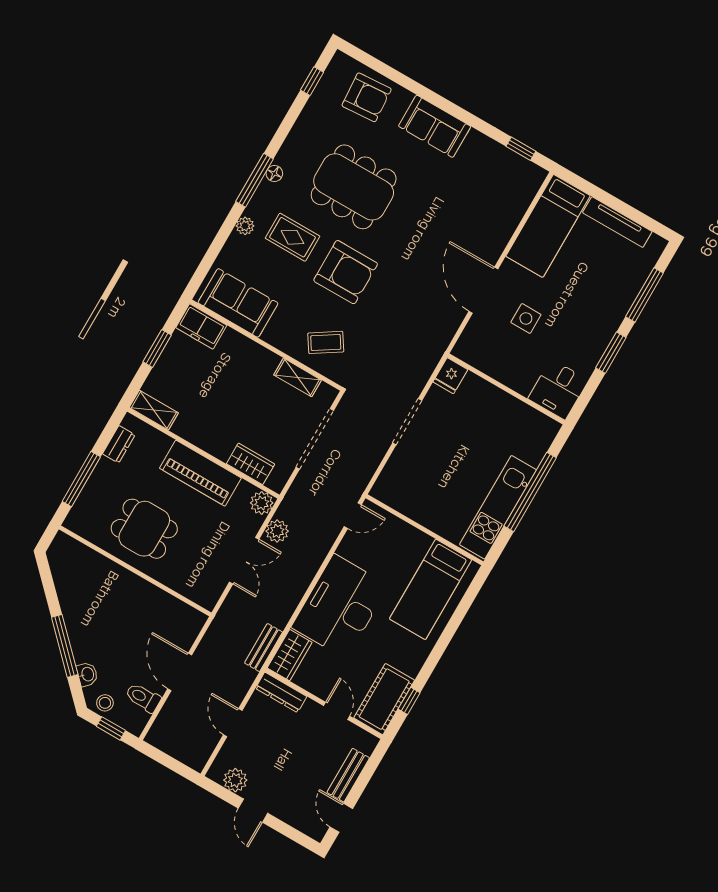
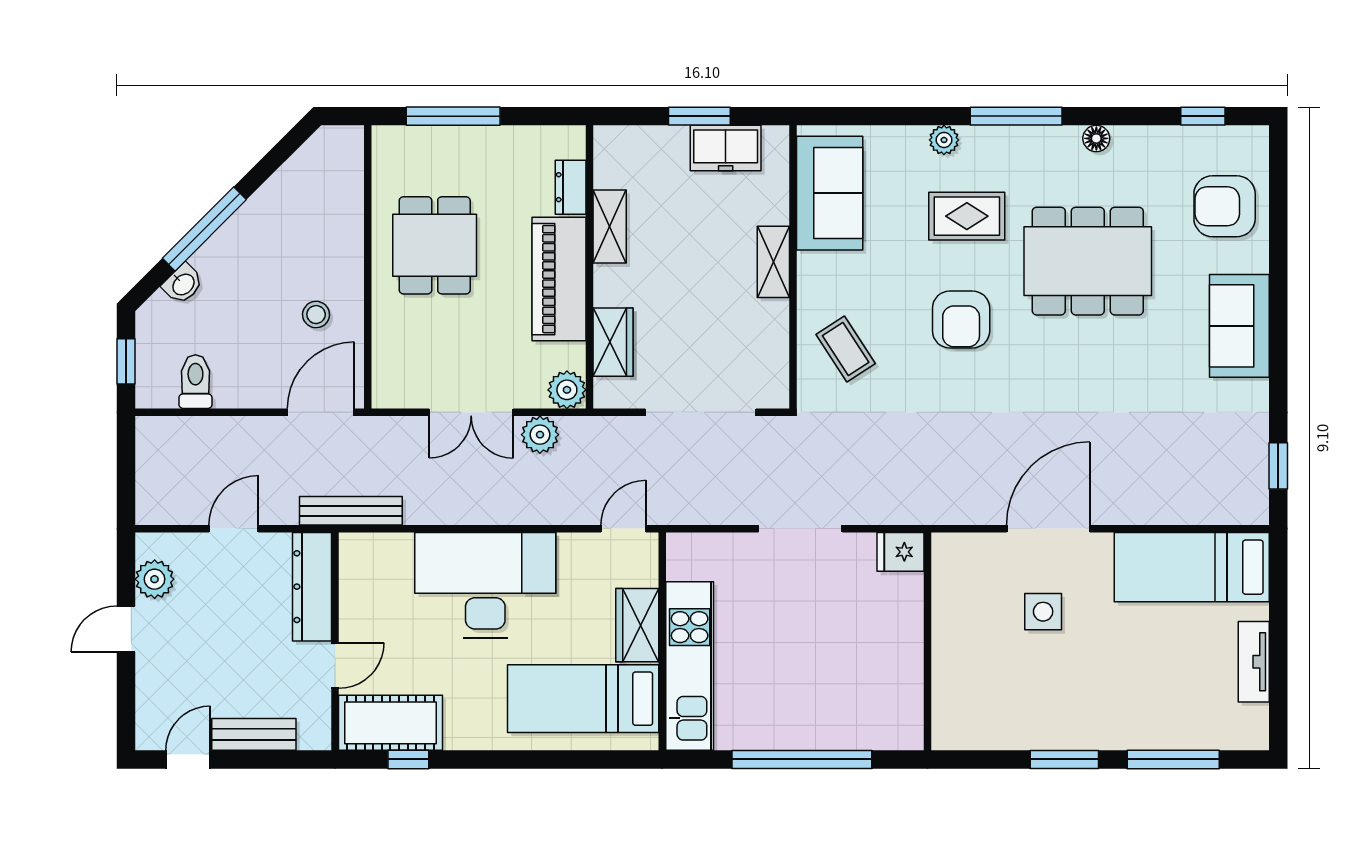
armchair: (367, 97) -> (1225, 206), turned 94
floor lamp: (274, 174) -> (1096, 138), moved
dining table: (354, 187) -> (1088, 261), turned 90
tv unit: (617, 222) -> (1254, 662), width x0.71
rug: (292, 237) -> (967, 216), turned 90
armchair: (346, 272) -> (961, 320), width x0.73, depth x0.73
freezer: (201, 326) -> (726, 148), moved, turned -90
shelving: (298, 377) -> (773, 262), moved
desk: (558, 389) -> (969, 715), removed
shelving: (154, 410) -> (610, 226), moved
dresser: (119, 444) -> (571, 187), moved, turned 90
kitchen unit: (498, 507) -> (690, 666), moved, turned 90
door: (353, 516) -> (623, 529), swing flipped
bench: (264, 648) -> (351, 511), width x1.36
wardrobe: (290, 655) -> (637, 625), moved, turned 90
door: (180, 672) -> (321, 412), moved
dresser: (281, 692) -> (312, 587), width x1.37, depth x1.24
stool: (105, 703) -> (316, 315), moved

